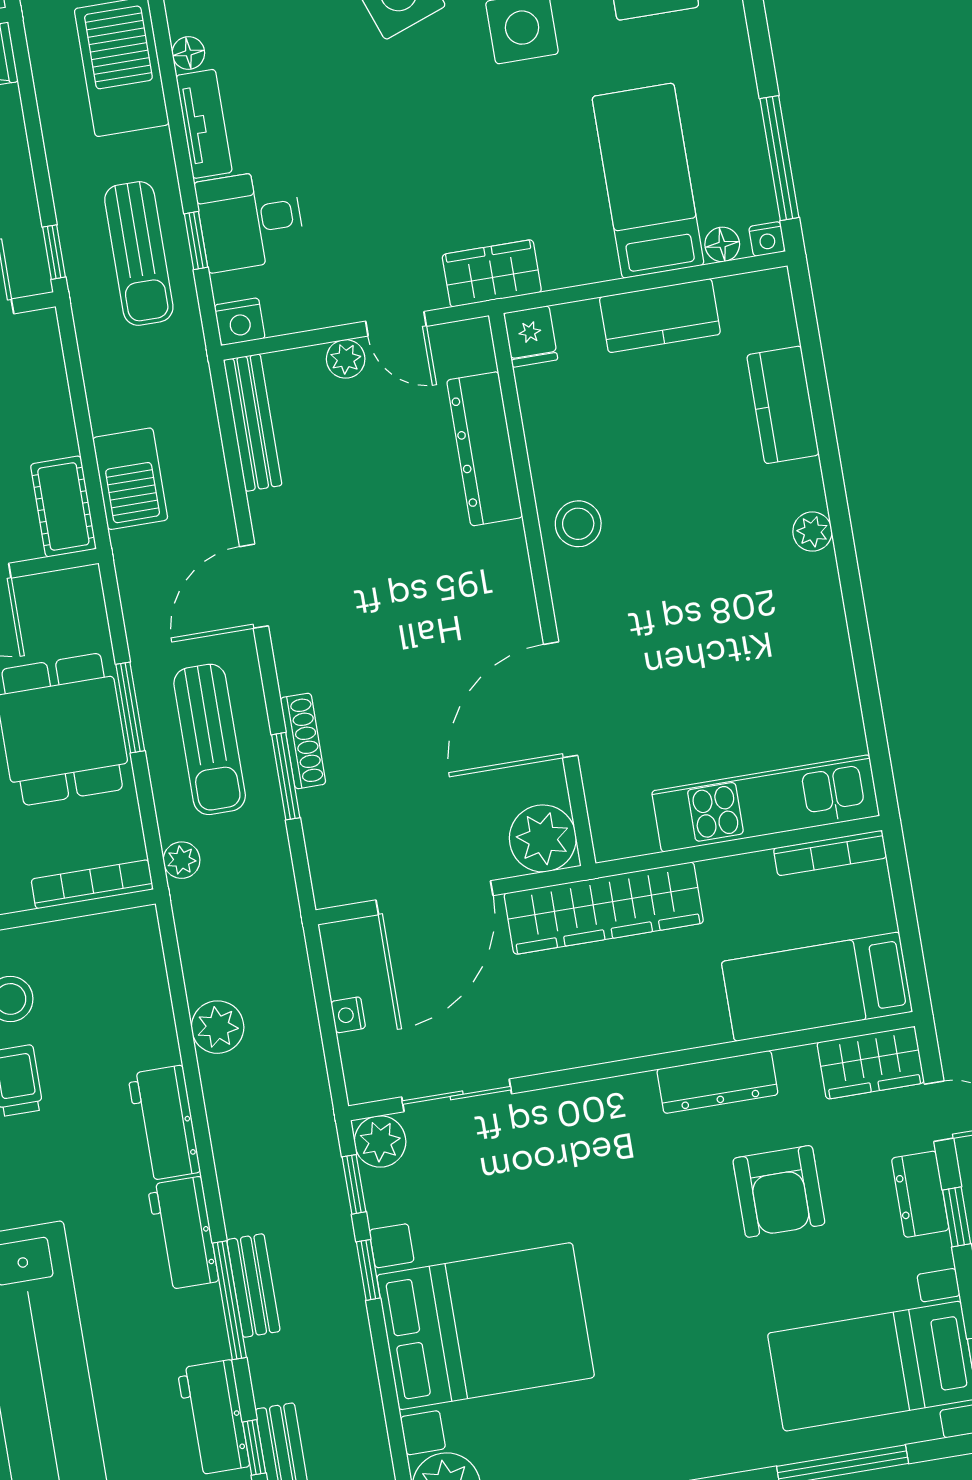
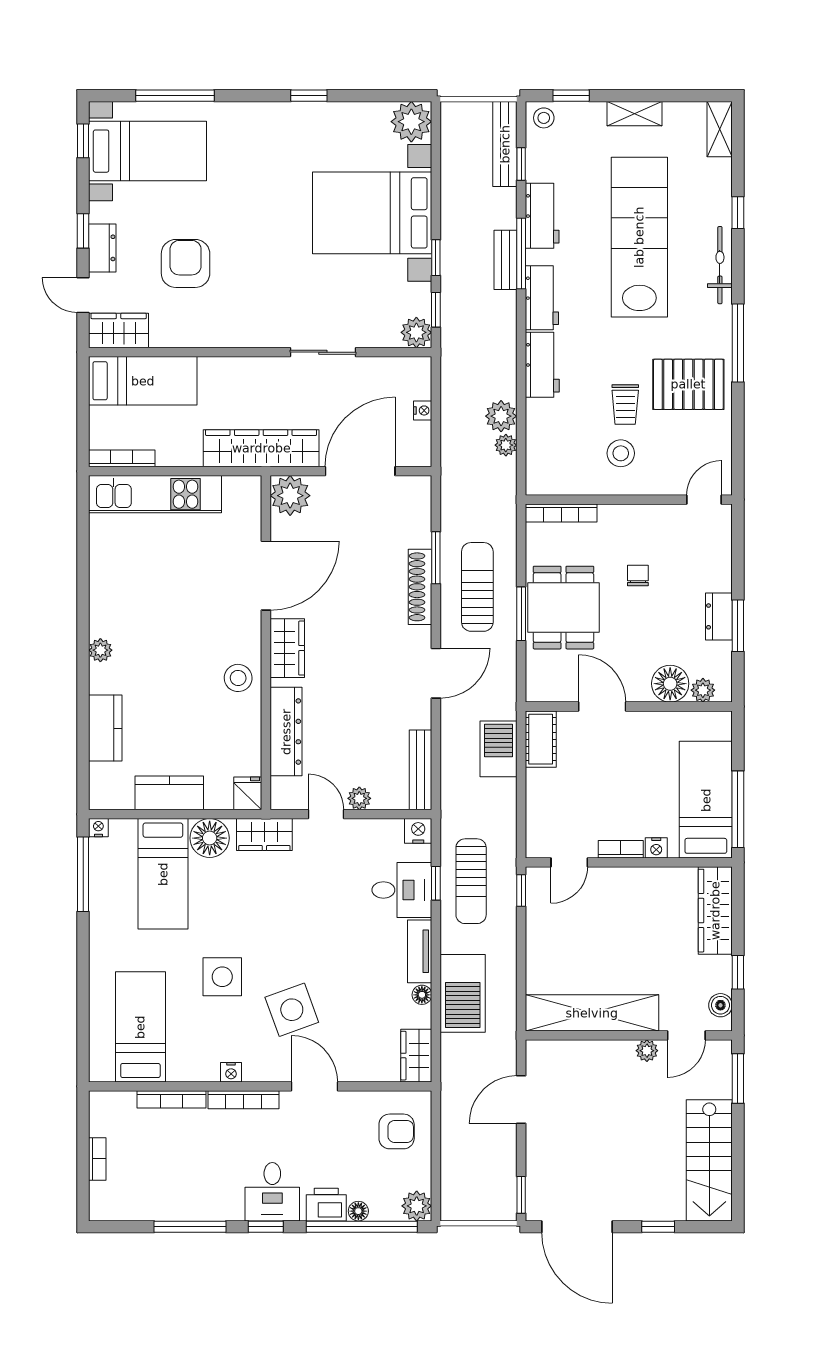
floor lamp: (722, 244) -> (210, 838), moved, width x1.89, depth x1.89
sun lounger: (139, 253) -> (471, 881), turned 180
wardrobe: (506, 586) -> (287, 648), added
shoe rack: (303, 741) -> (420, 587), width x1.36, depth x1.24
plant: (182, 860) -> (506, 445), moved
dresser: (717, 1082) -> (211, 334), removed
sliding door: (457, 1095) -> (323, 352), moved
workbench: (213, 1417) -> (542, 216), moved

